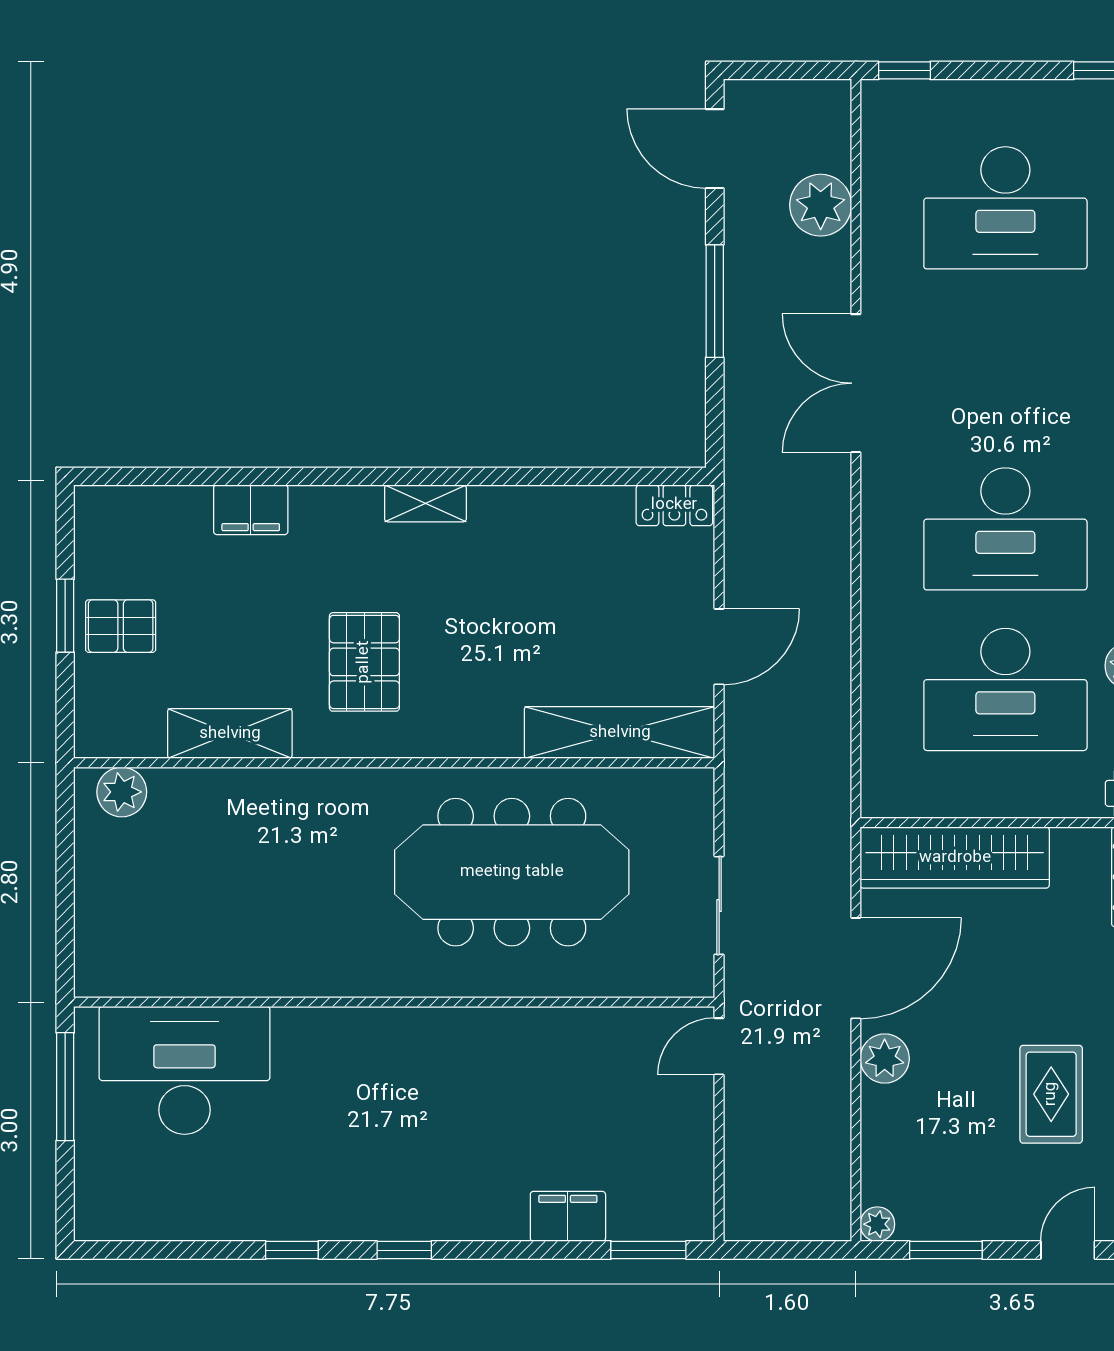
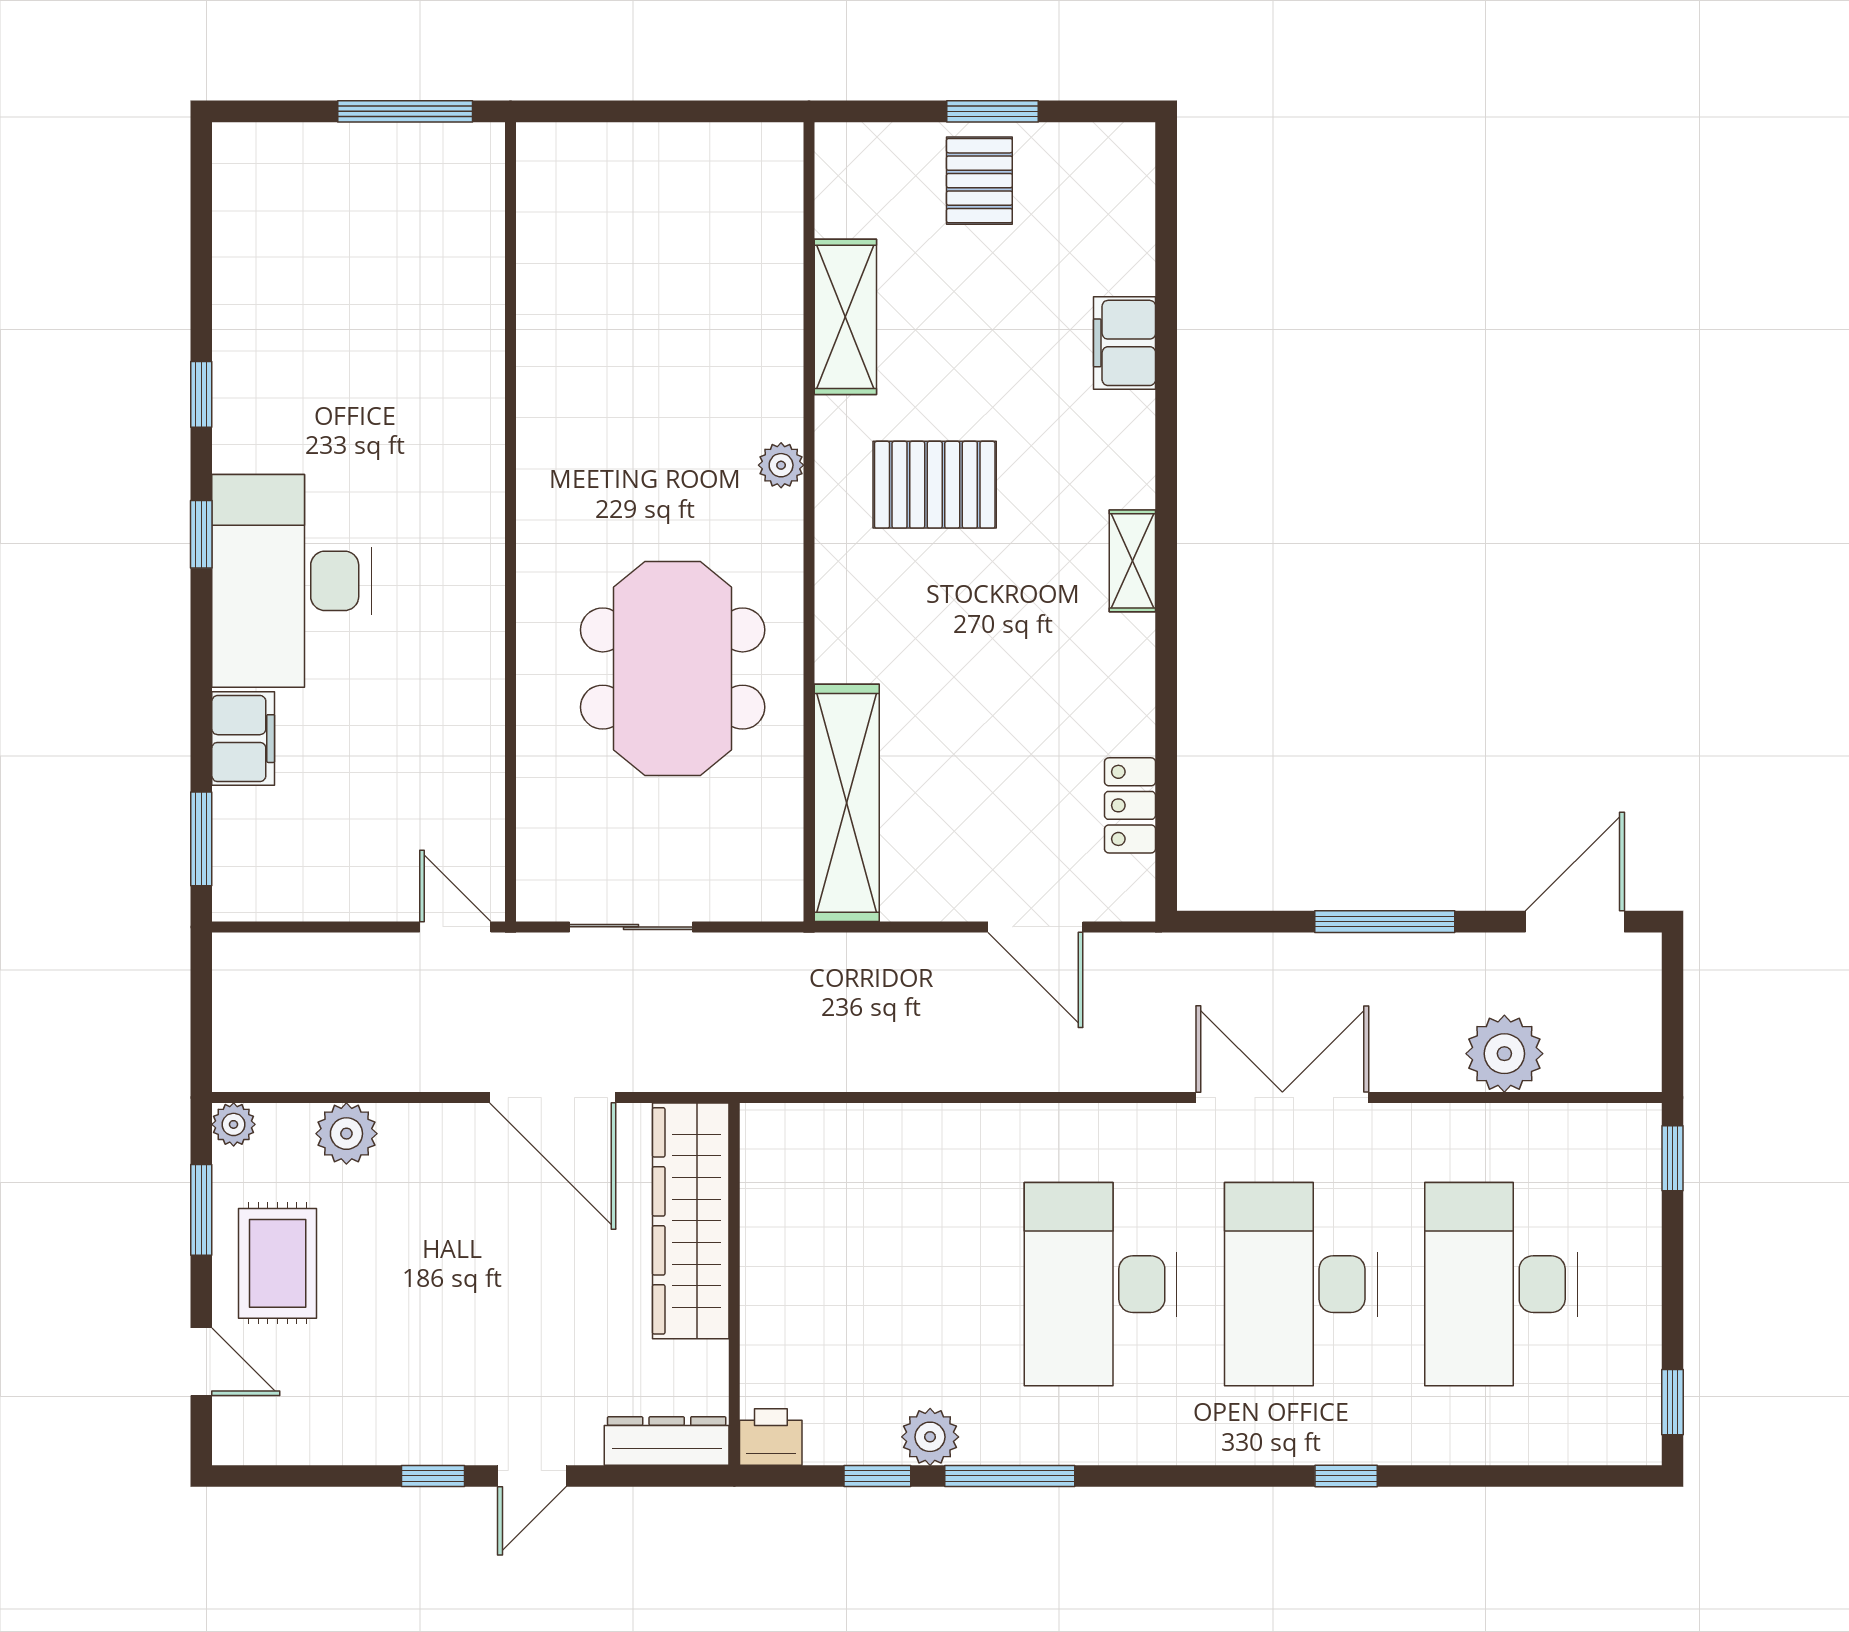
locker: (674, 505) -> (1130, 805), moved
door: (719, 647) -> (1035, 927), moved
desk: (1005, 689) -> (1301, 1284), moved
plant: (122, 792) -> (781, 465), moved, width x0.73, depth x0.73
meeting table: (512, 872) -> (673, 669), width x0.73
plant: (885, 1059) -> (346, 1134), moved
desk: (185, 1070) -> (292, 581), moved, turned 180
rug: (1051, 1094) -> (278, 1263), moved, turned 90

